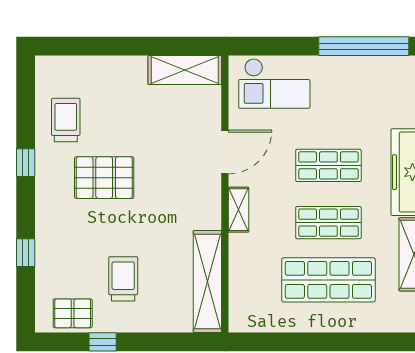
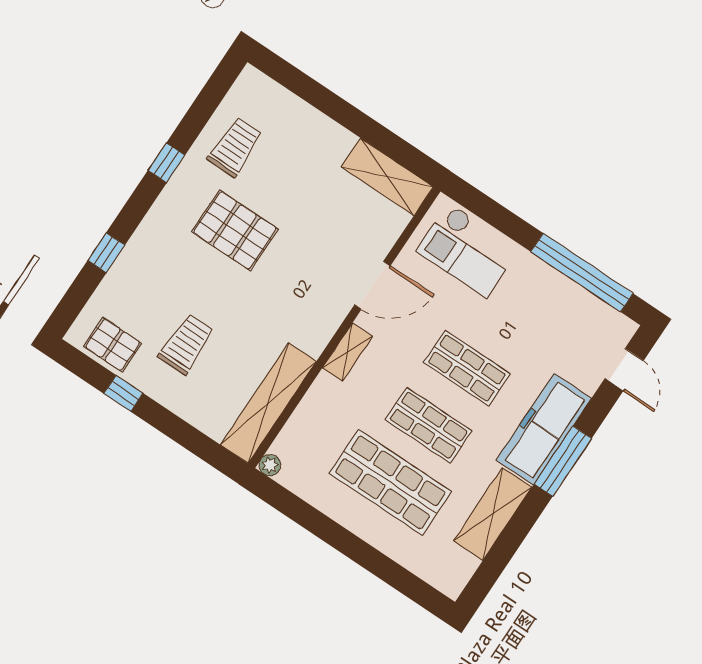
plant: (237, 324) -> (270, 465), added

